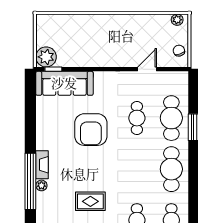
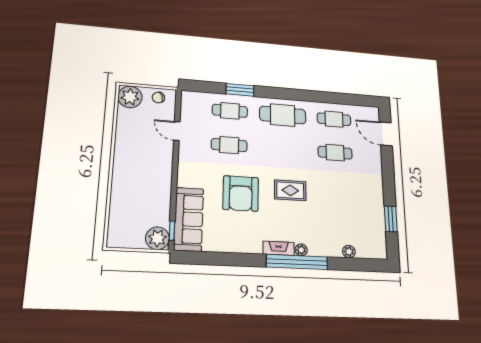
plant: (177, 20) -> (130, 97), width x1.88, depth x1.88
cafe table: (171, 118) -> (230, 111), width x0.73, depth x0.74
armchair: (91, 130) -> (241, 193), turned 90
rug: (90, 201) -> (290, 190), moved, turned 90

